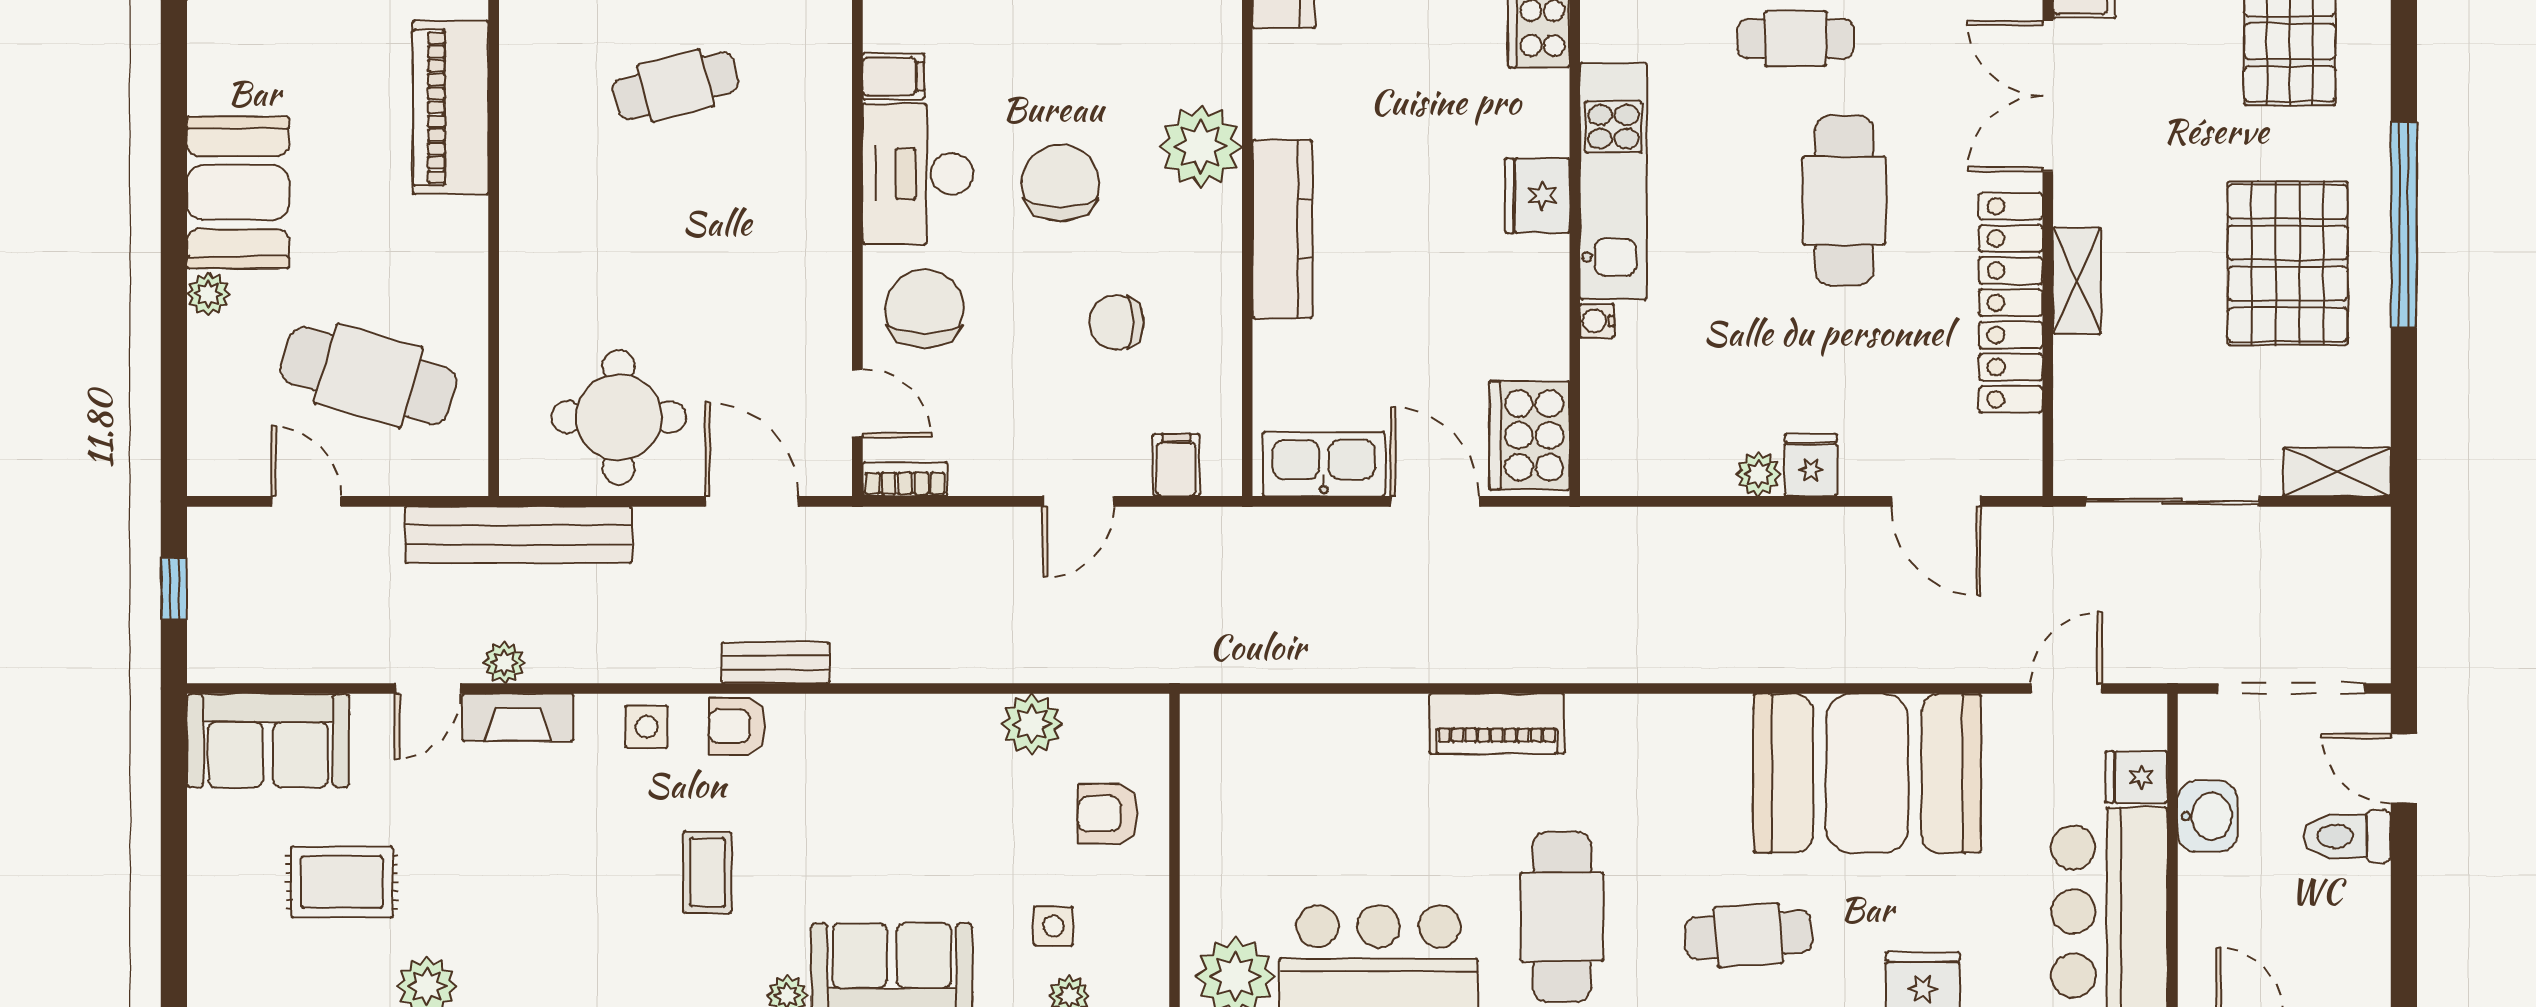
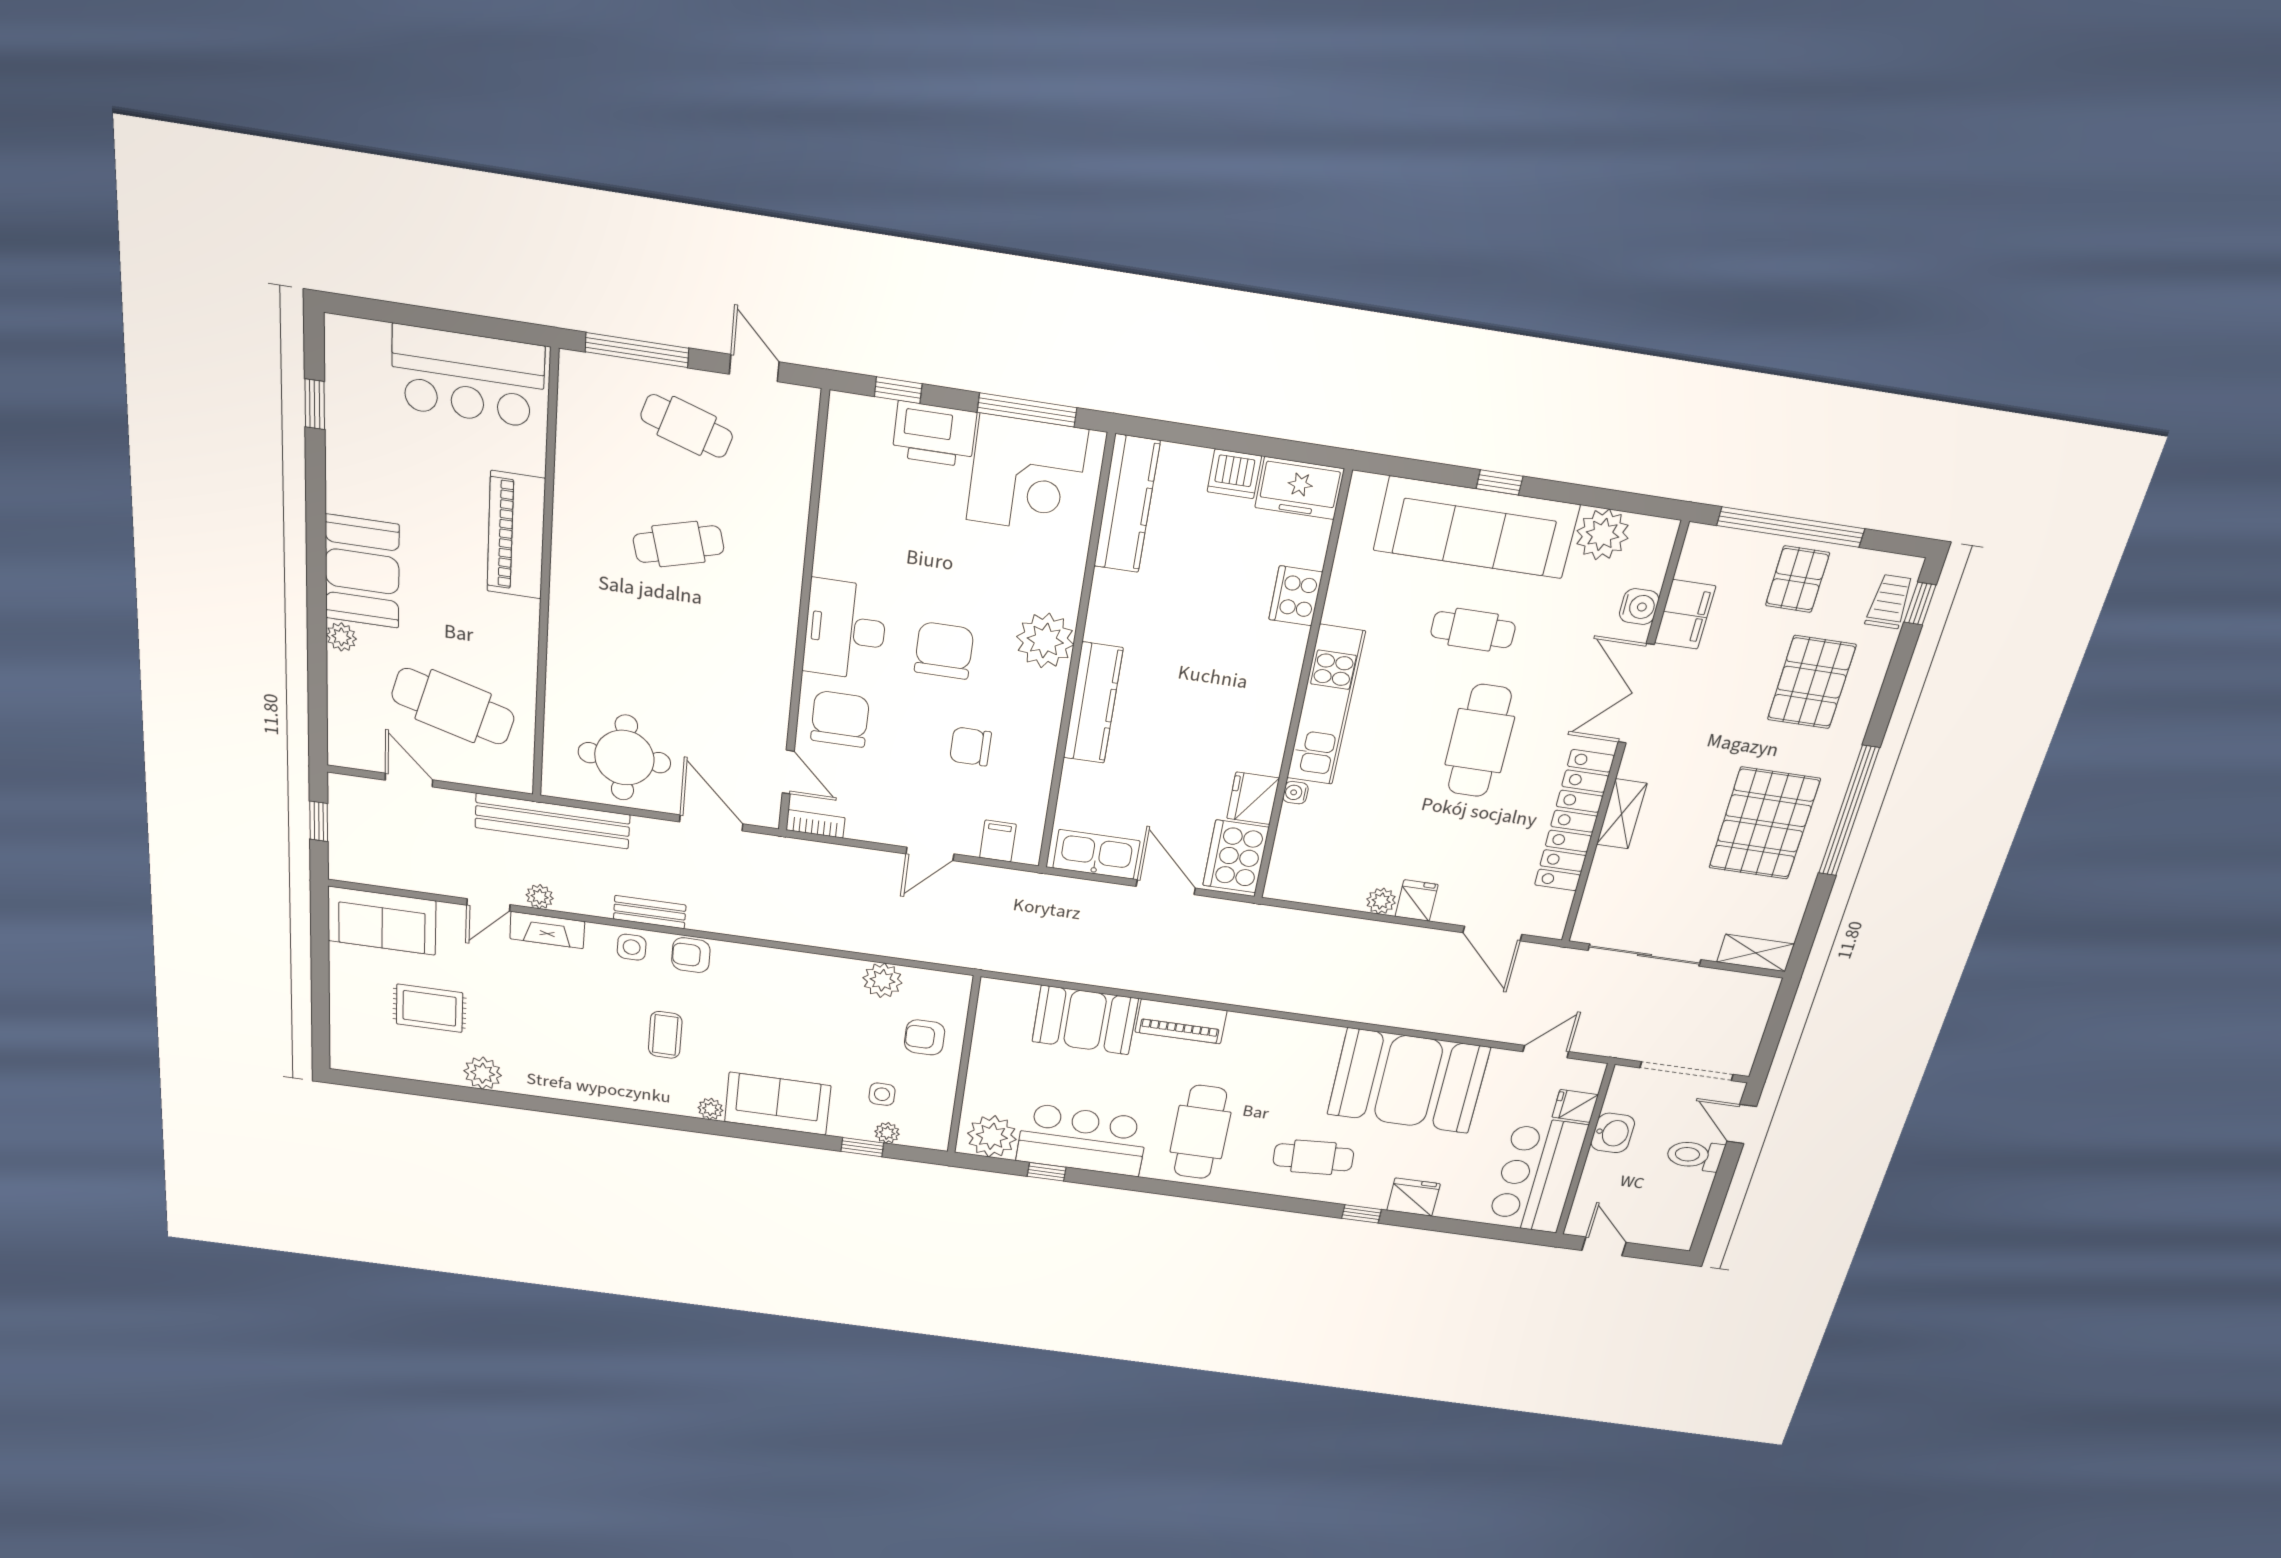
filing cabinet: (893, 76) -> (835, 561), removed
fridge: (1537, 196) -> (1253, 798), moved
bench: (776, 663) -> (650, 912), moved
booth: (1350, 744) -> (1085, 1020), added

